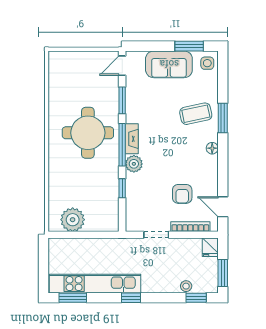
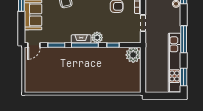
door: (122, 66) -> (34, 45), hinge flipped
round table: (88, 133) -> (77, 67), removed
plant: (73, 220) -> (133, 55), moved
window: (131, 298) -> (184, 39), width x2.17

